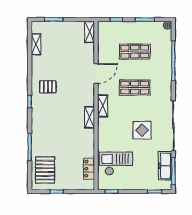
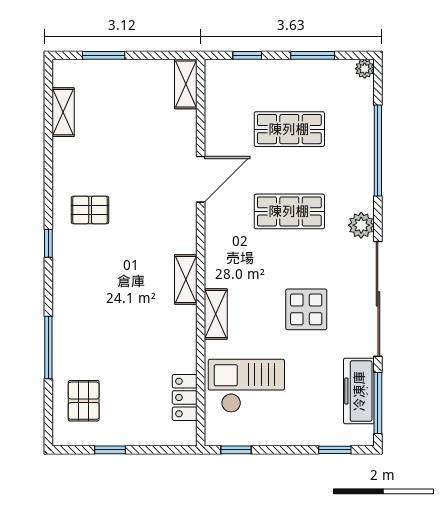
plant: (166, 94) -> (361, 225), added
shelving: (103, 106) -> (216, 314), moved
pallet: (45, 170) -> (84, 401), width x0.67, depth x0.71

